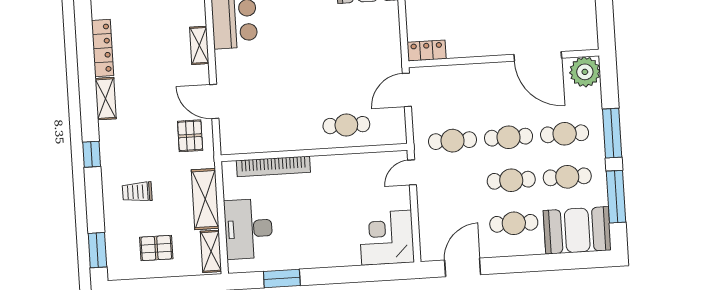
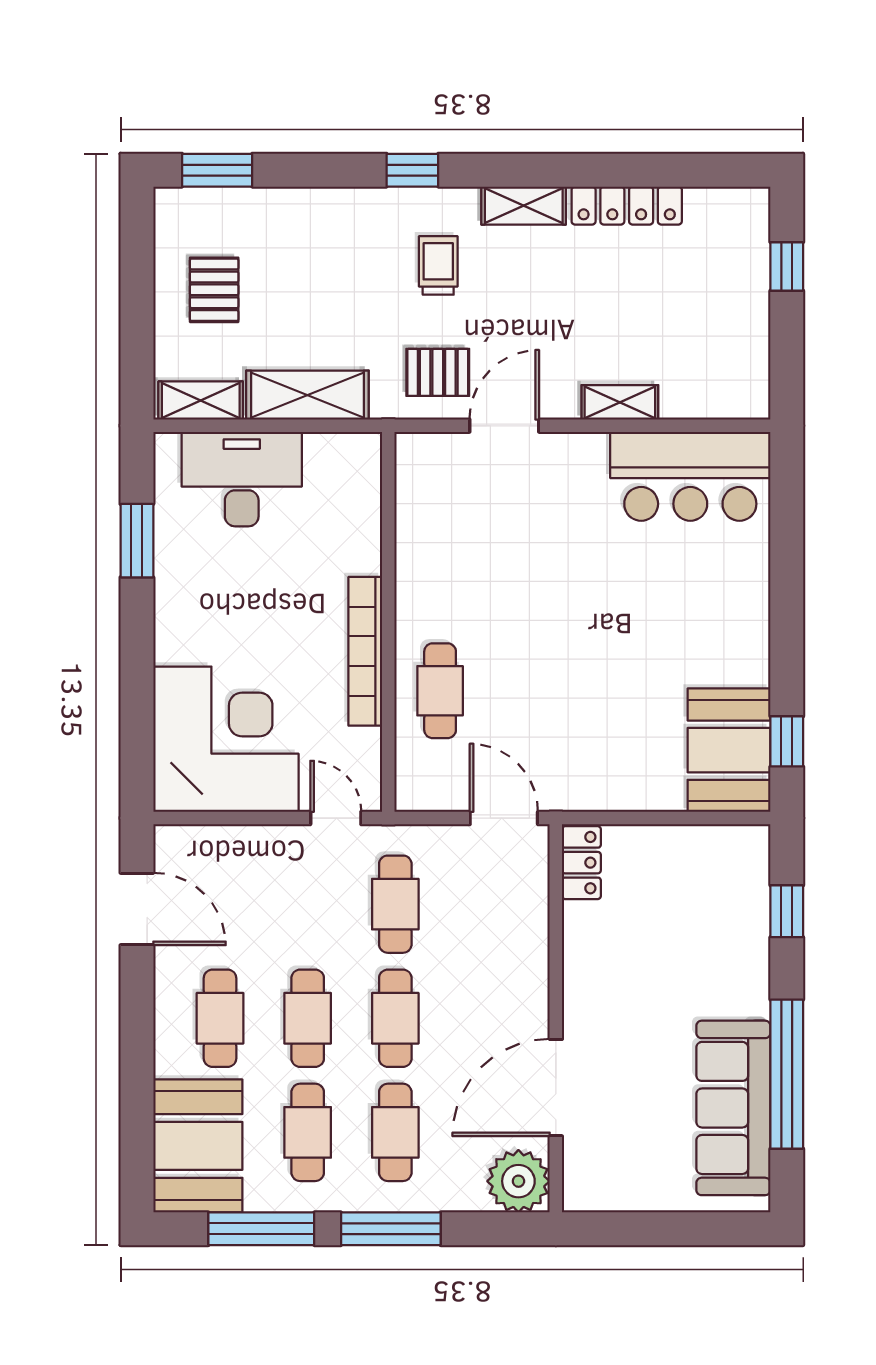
bookcase: (273, 166) -> (365, 651), moved
trolley: (137, 192) -> (438, 265), moved
corner desk: (387, 238) -> (226, 739), width x1.36, depth x1.36

